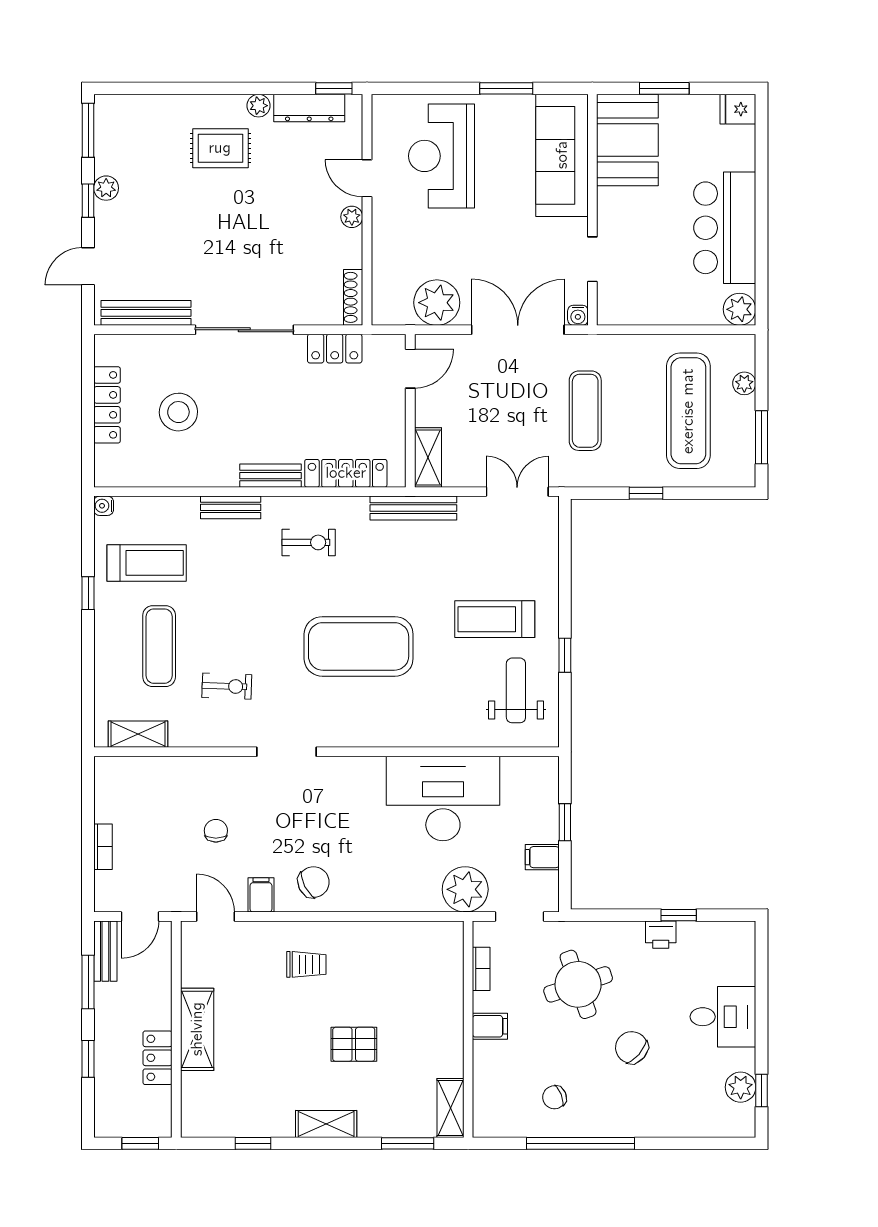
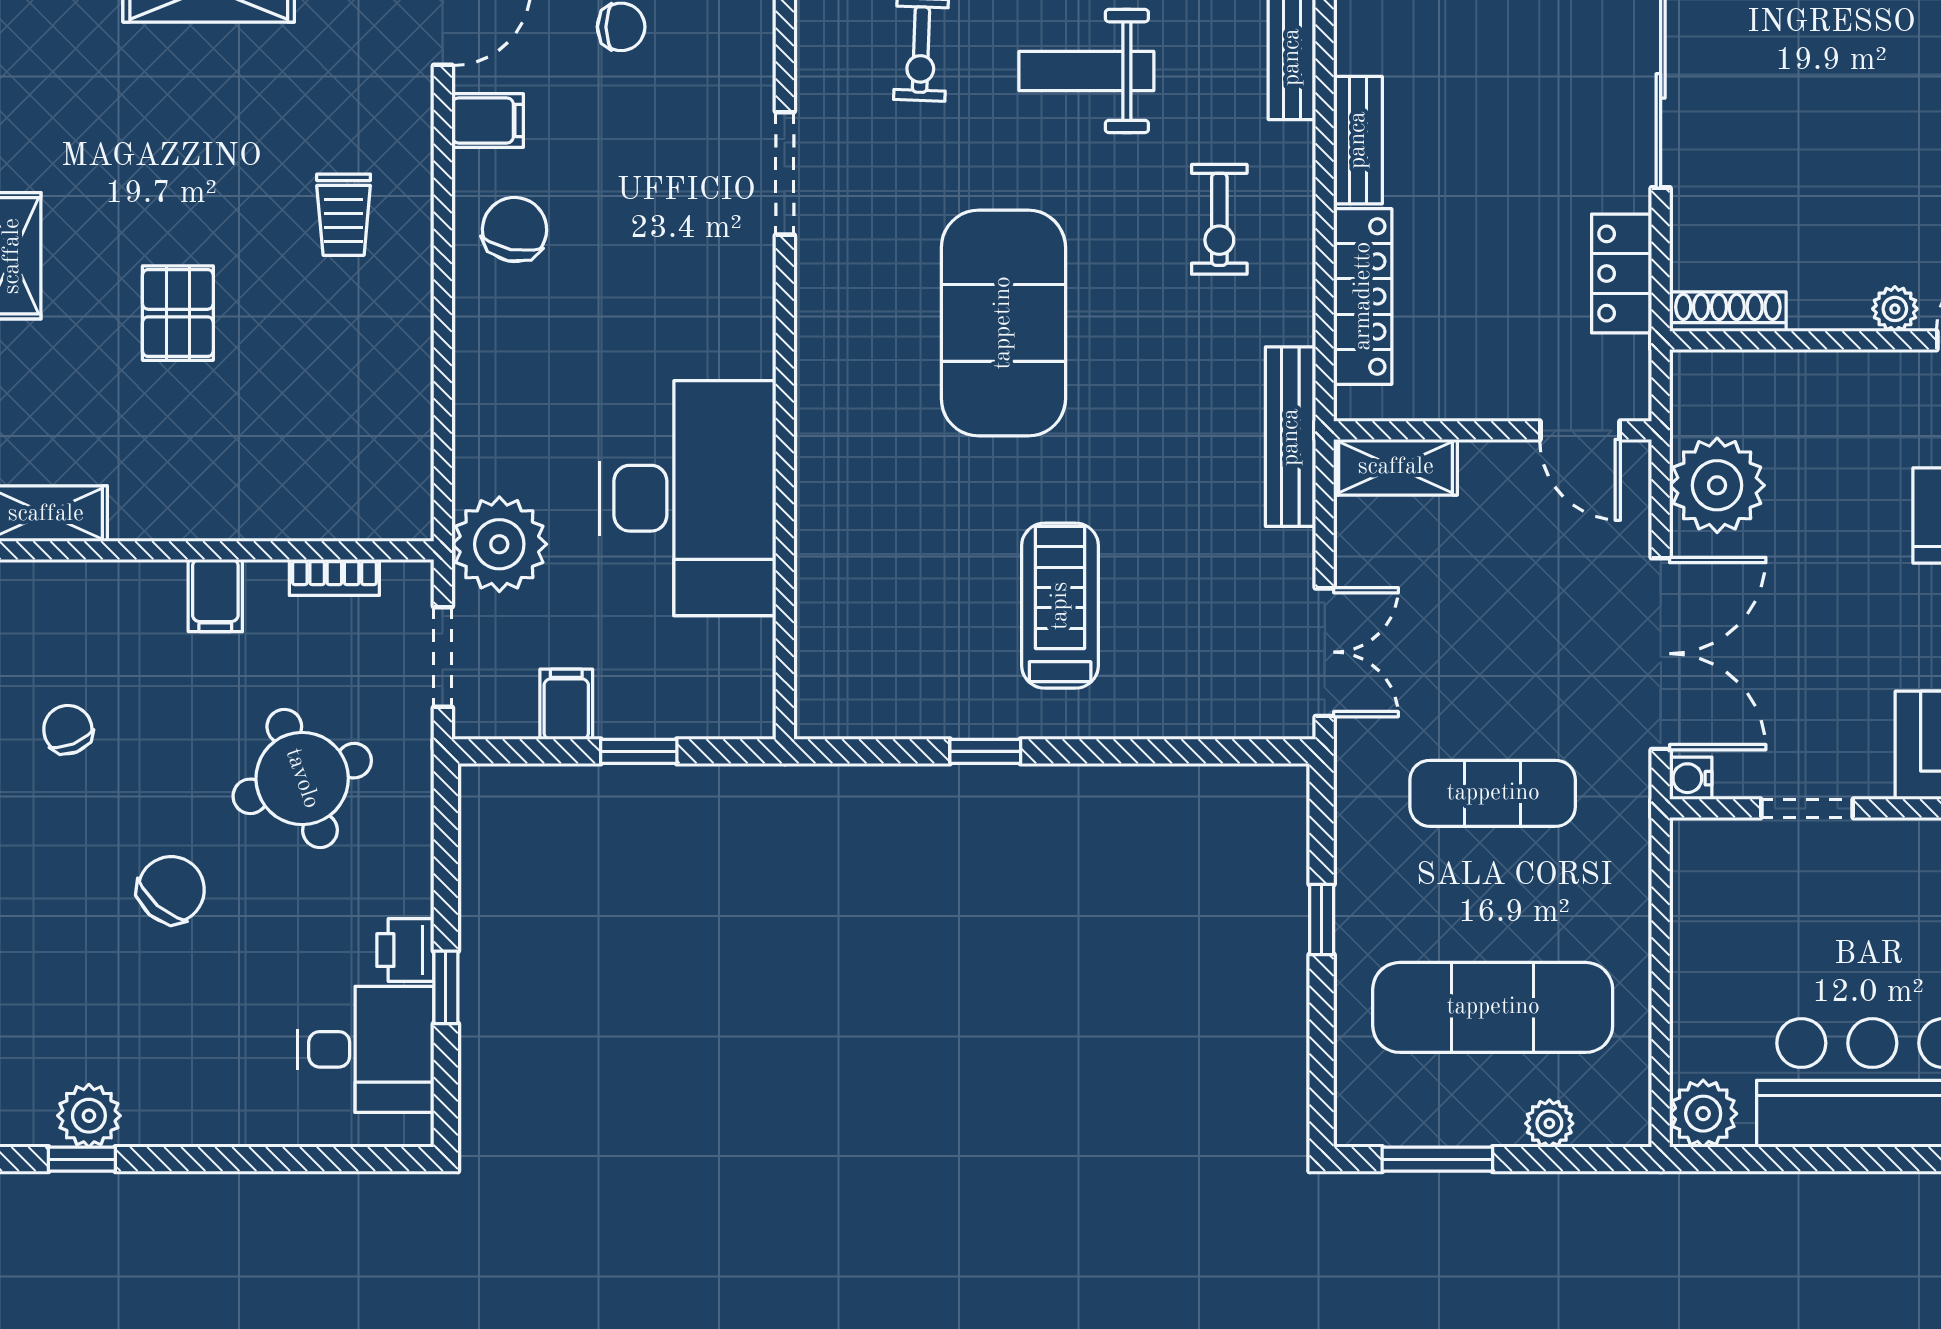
weight bench: (516, 690) -> (1086, 71), moved, turned 180
chair: (314, 882) -> (515, 229), turned -142
desk: (723, 1017) -> (366, 1049), moved, turned -90

